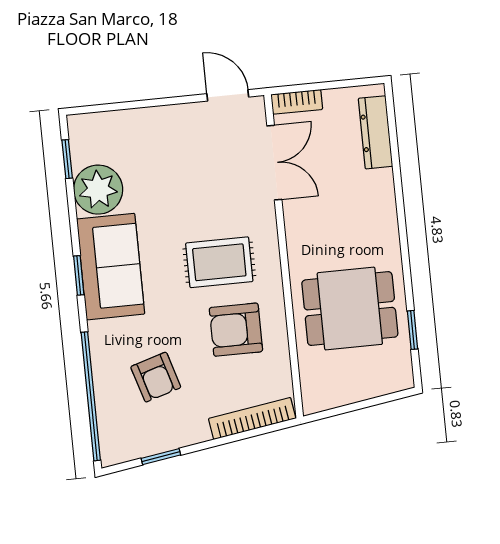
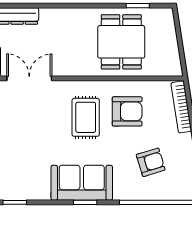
plant: (98, 190) -> (35, 186), removed
armchair: (236, 330) -> (127, 111), turned -90

